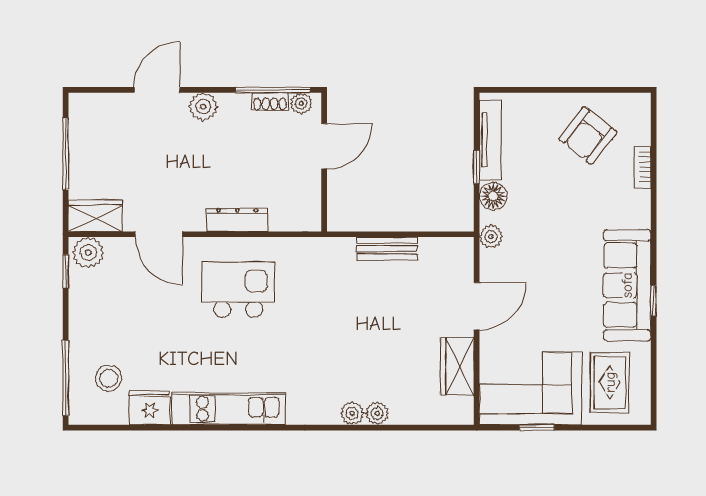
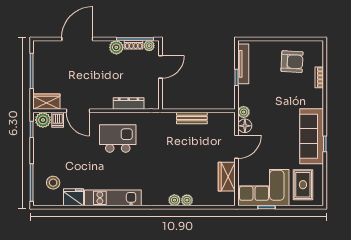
door: (157, 90) -> (77, 39), width x1.36
plant: (203, 107) -> (116, 47), moved
armchair: (588, 135) -> (292, 62), turned -125
floor lamp: (493, 196) -> (245, 126), moved
dresser: (237, 220) -> (129, 104), moved
dishwasher: (118, 252) -> (58, 120), added

